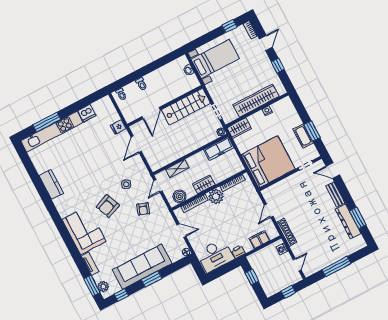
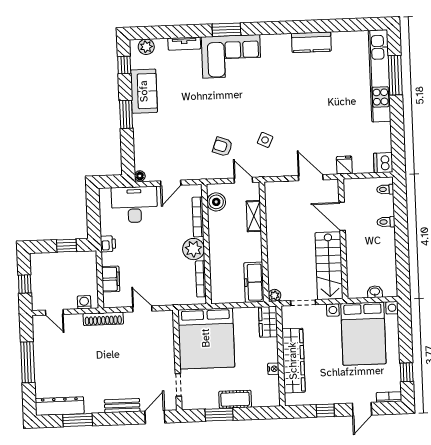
door: (266, 43) -> (362, 409), hinge flipped
bed with nightstands: (215, 59) -> (363, 334), width x1.36
dishwasher: (87, 113) -> (383, 163), moved
cot: (303, 136) -> (235, 399), moved
wardrobe: (204, 184) -> (217, 241), removed
armchair: (108, 206) -> (248, 103), removed
dresser: (348, 221) -> (60, 406), moved
desk: (215, 255) -> (134, 205), moved, turned 90
sofa: (142, 267) -> (144, 91), width x0.54, depth x0.79
window: (92, 286) -> (226, 30), moved

